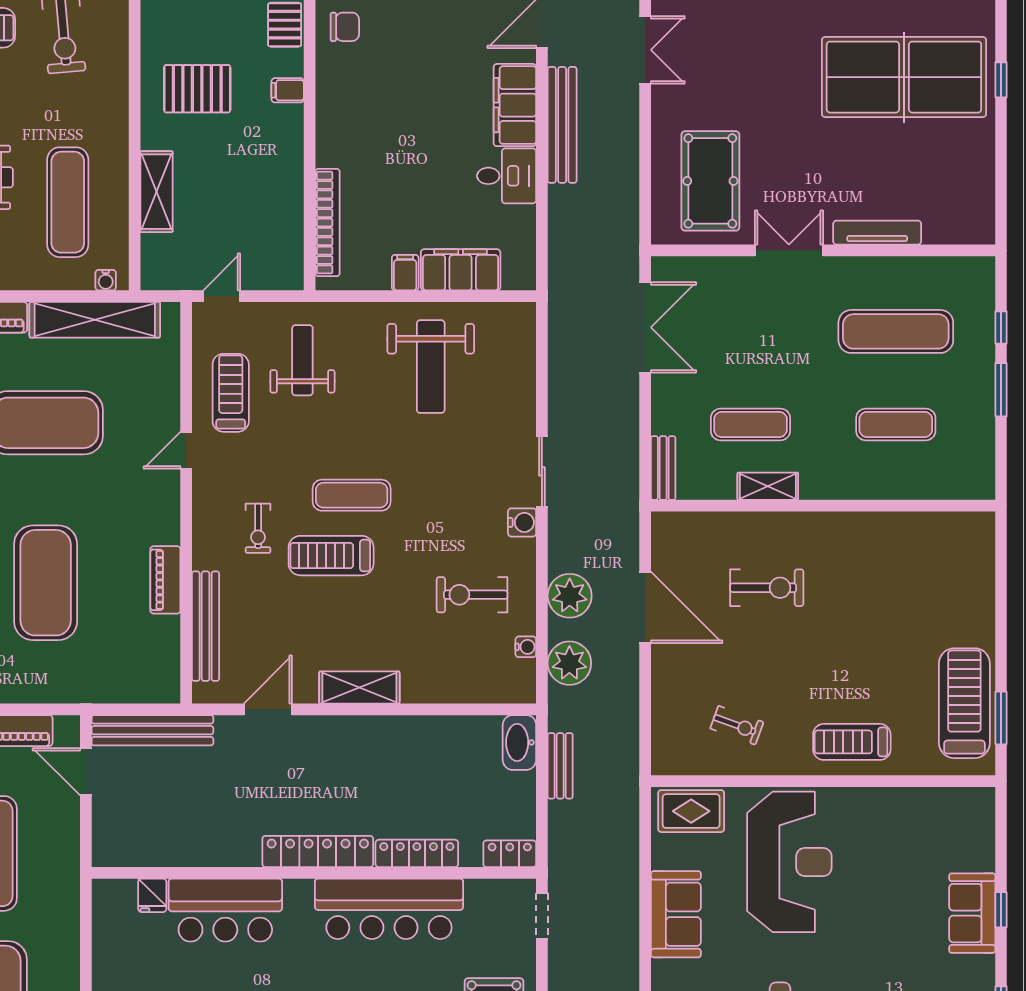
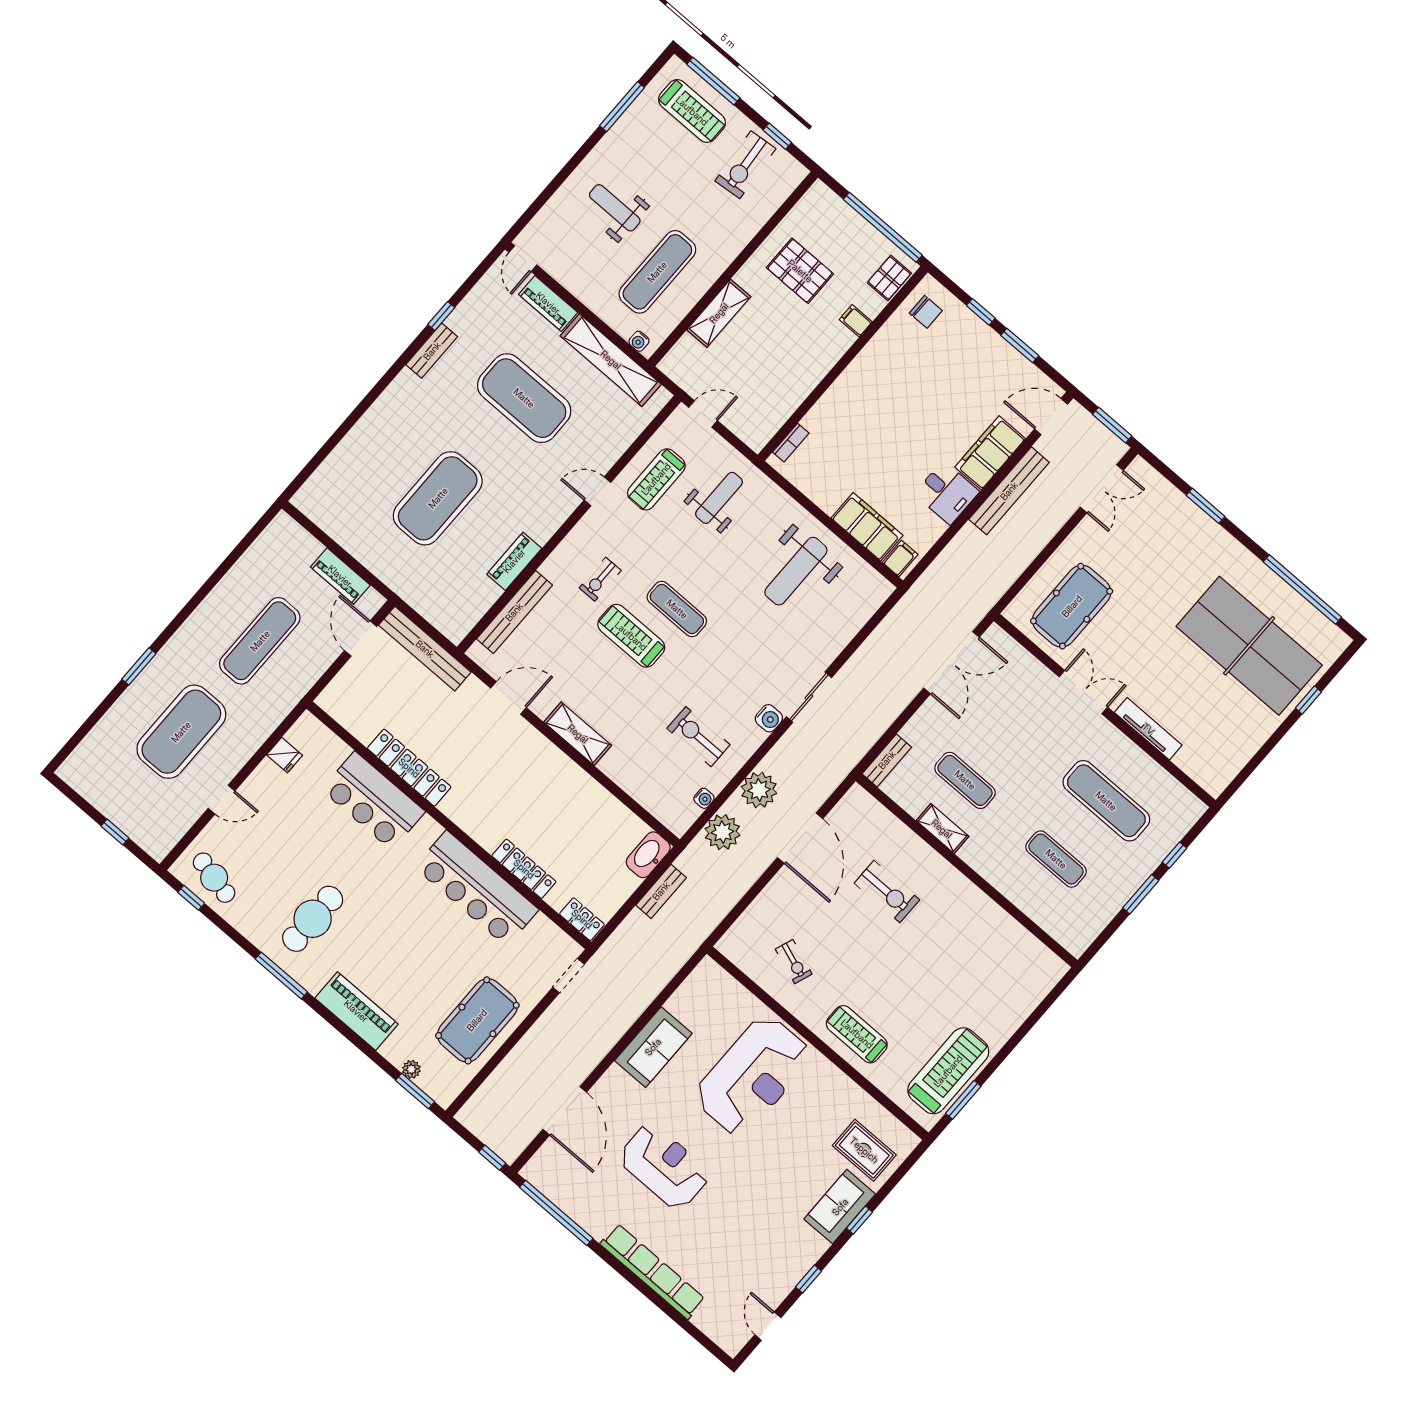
bookcase: (327, 223) -> (791, 443), width x0.43, depth x0.76
filing cabinet: (405, 273) -> (900, 558), moved
treadmill: (231, 393) -> (656, 479), turned 180
rug: (691, 811) -> (864, 1150), moved
locker: (318, 851) -> (409, 768), moved
fridge: (152, 895) -> (285, 755), moved, turned -90

